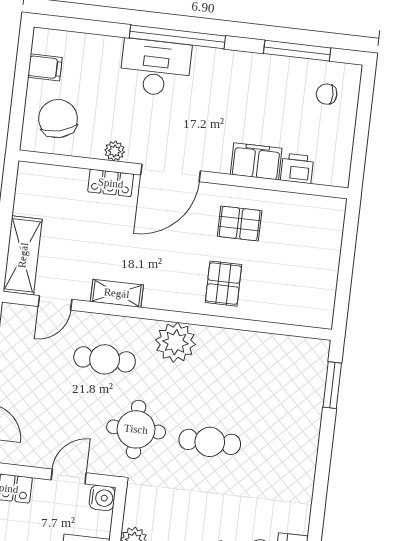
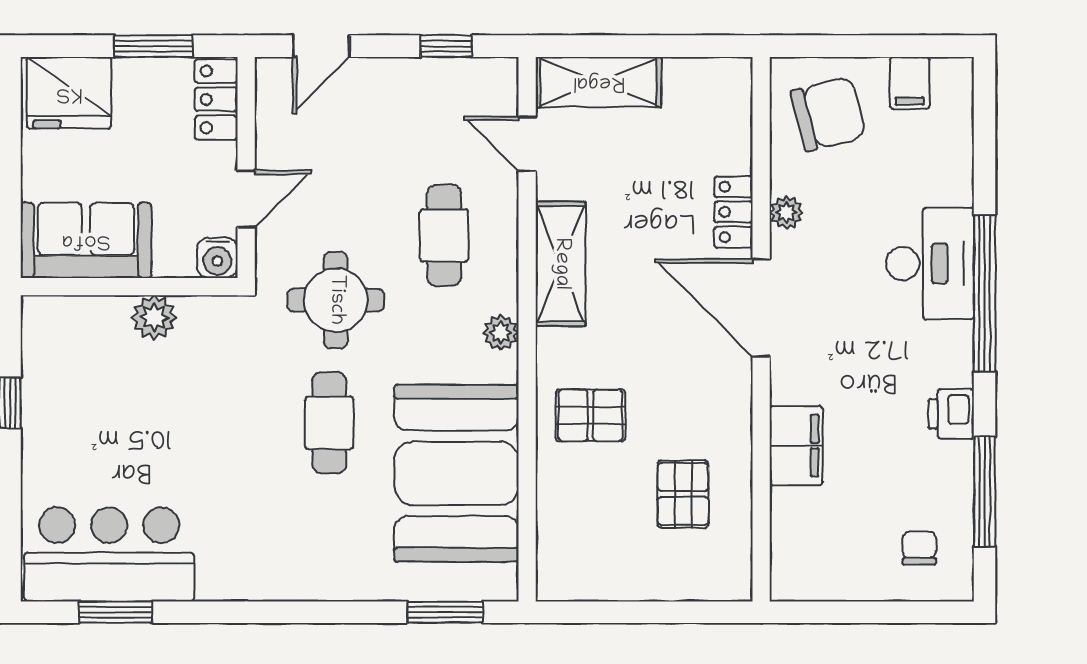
printer: (297, 168) -> (951, 414), moved, turned 180
pallet: (240, 223) -> (683, 494), moved
shelving: (117, 293) -> (561, 264), width x1.50, depth x1.33
plant: (176, 342) -> (501, 333), width x0.53, depth x0.53
booth: (249, 369) -> (456, 473), added
door: (69, 476) -> (246, 199), hinge flipped

